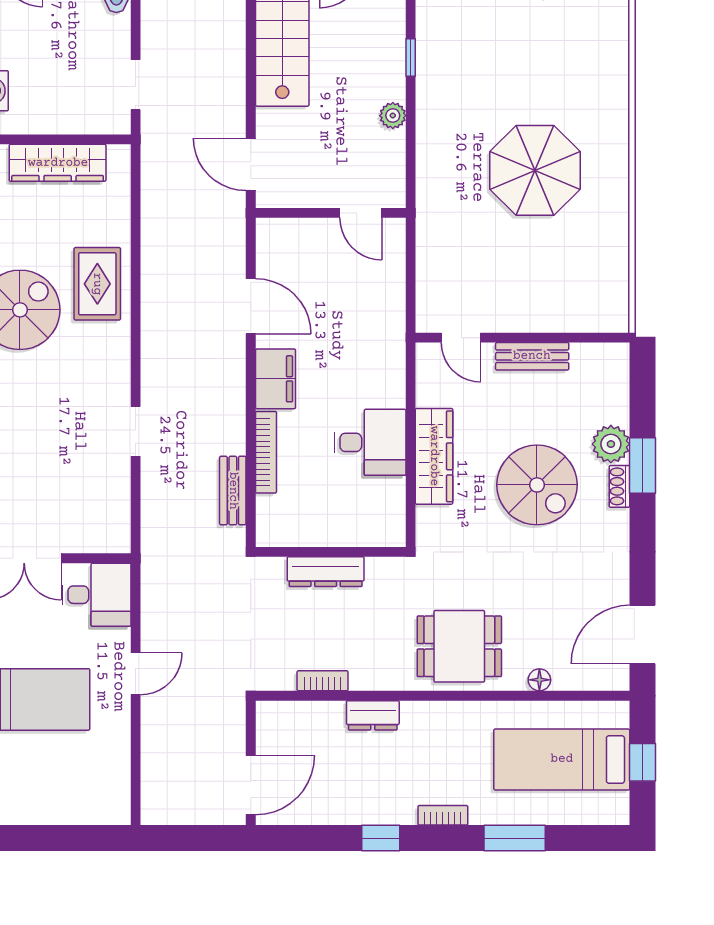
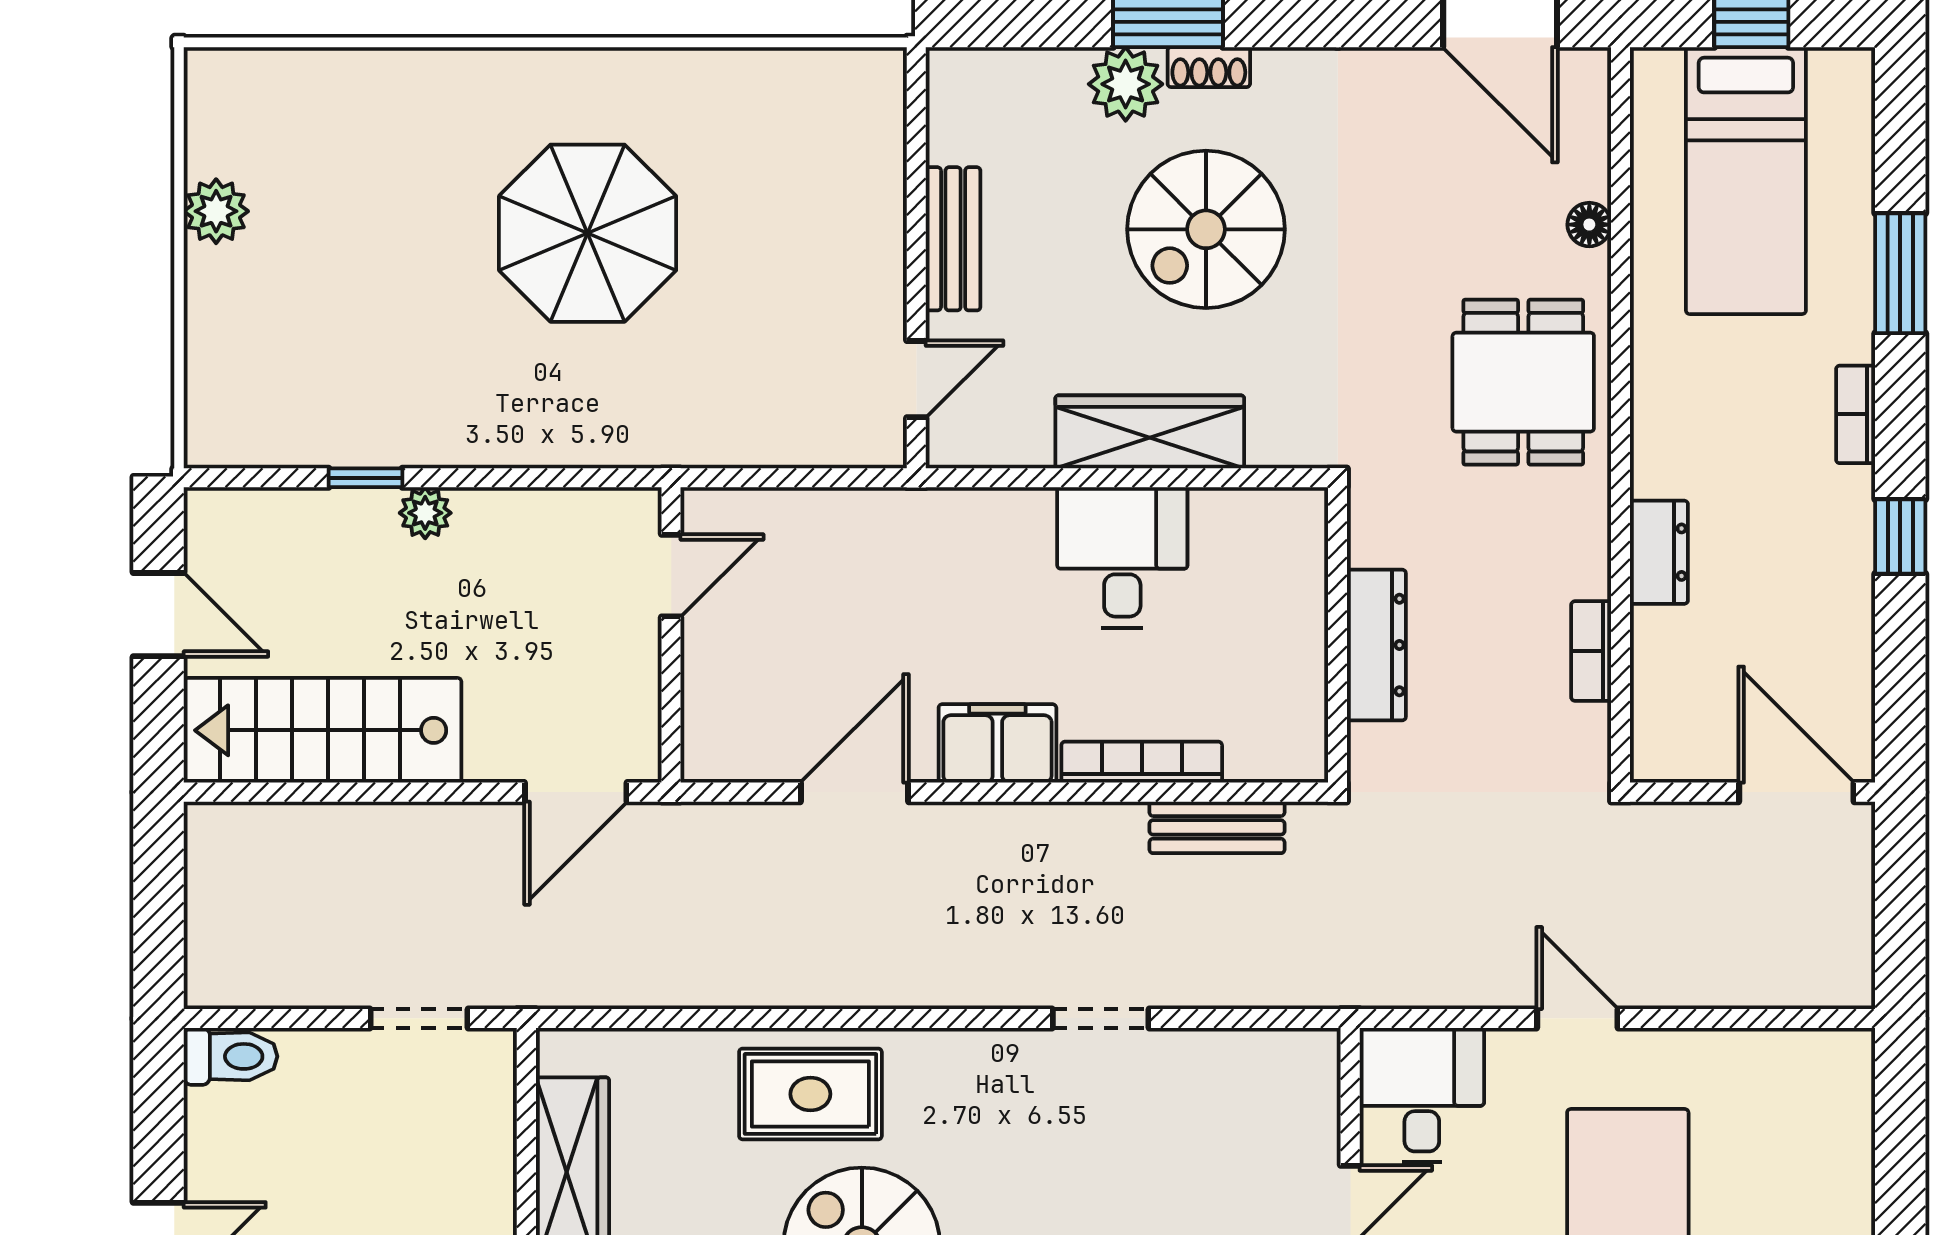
plant: (393, 116) -> (425, 513), moved
spiral stairs: (537, 485) -> (1206, 229), turned 180

